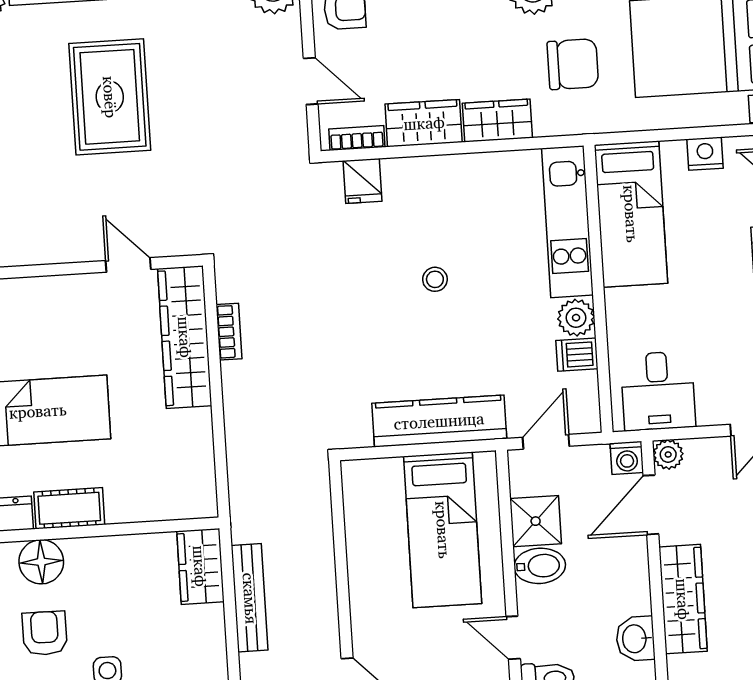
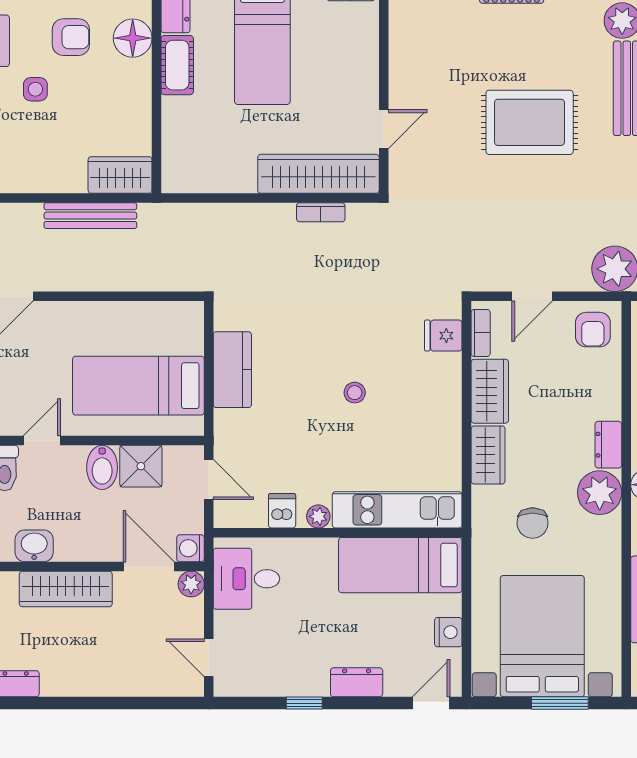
chair: (573, 64) -> (533, 523), width x0.73, depth x0.73
plant: (576, 318) -> (318, 516), width x0.73, depth x0.73
kitchen counter: (439, 421) -> (232, 370), width x0.67

